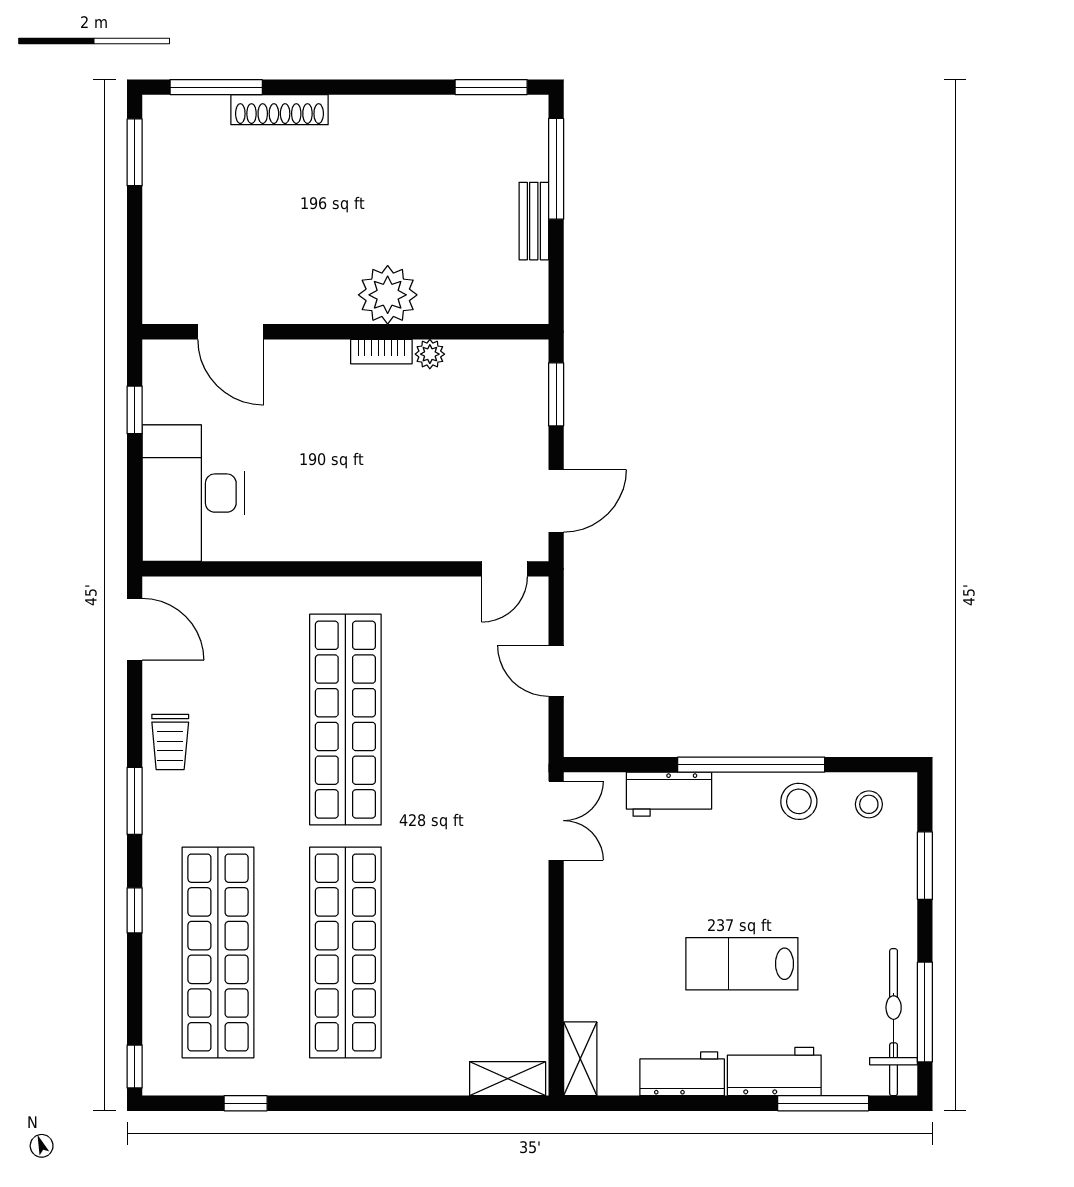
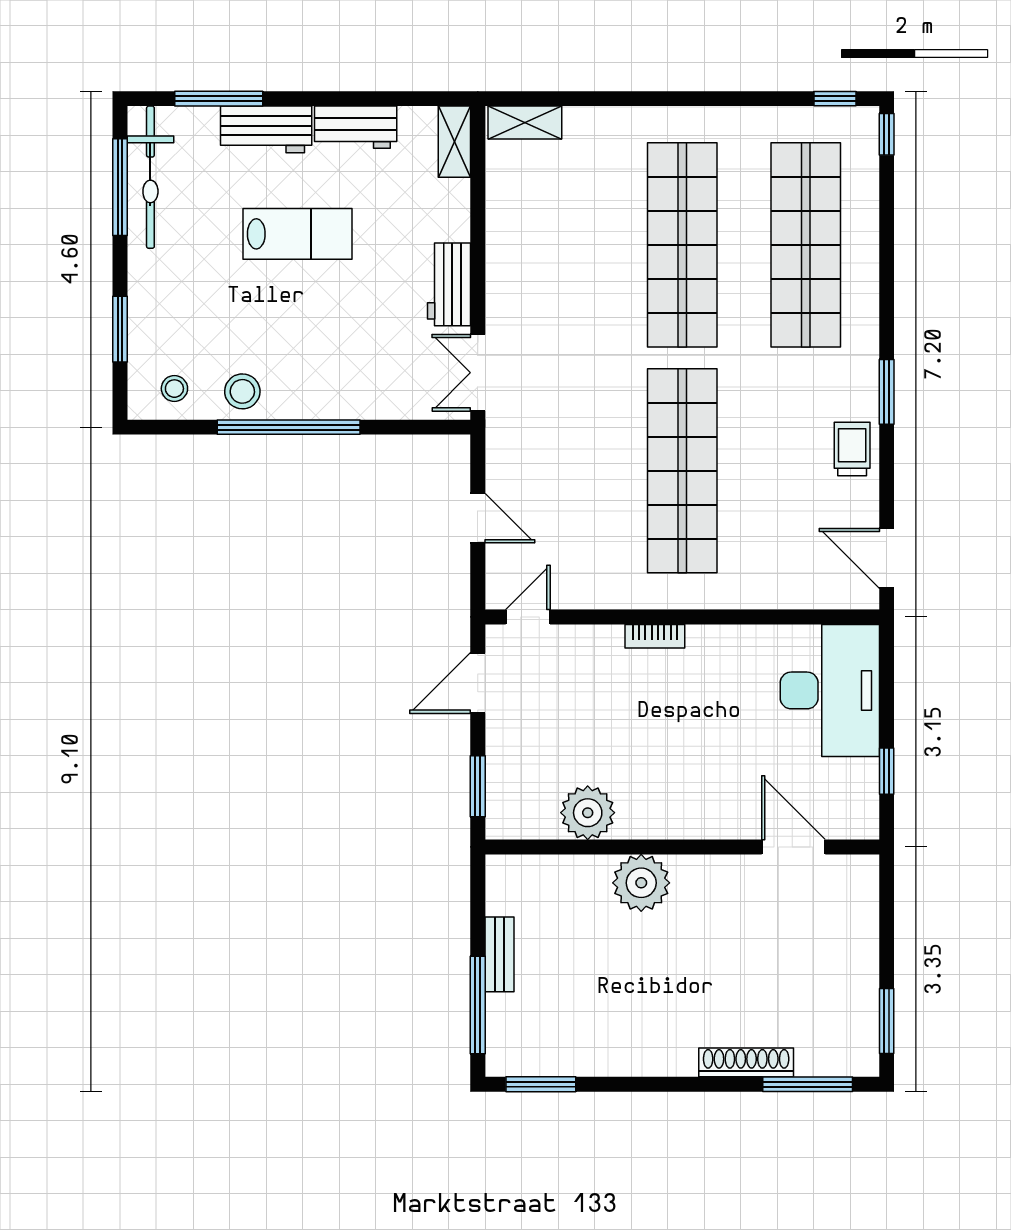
bookcase: (381, 352) -> (655, 636), moved, turned 180
plant: (430, 354) -> (588, 813), width x1.88, depth x1.88
workbench: (669, 794) -> (449, 284), moved, turned -90
window: (135, 910) -> (887, 286), removed
window: (246, 1103) -> (835, 99), moved

